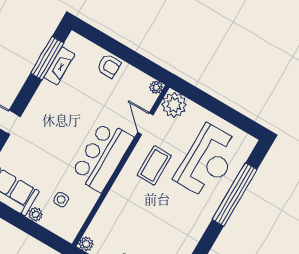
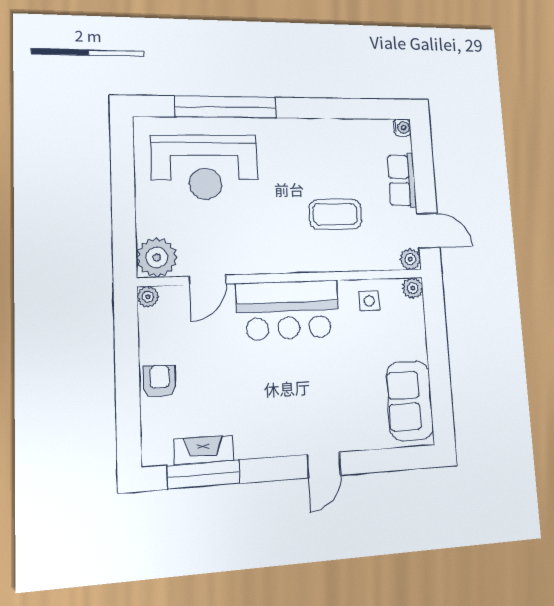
reception desk: (208, 161) -> (205, 167), turned 180
coffee table: (154, 165) -> (335, 214), moved
side table: (61, 200) -> (369, 301), moved
plant: (36, 214) -> (413, 288), moved

